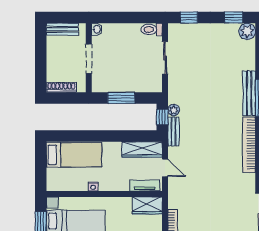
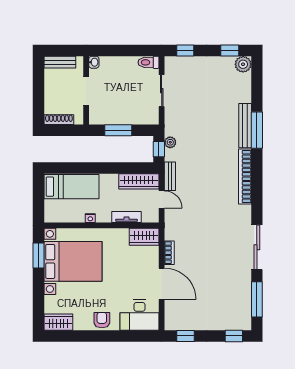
bench: (173, 131) -> (170, 176), moved
tv unit: (145, 185) -> (126, 217), moved

